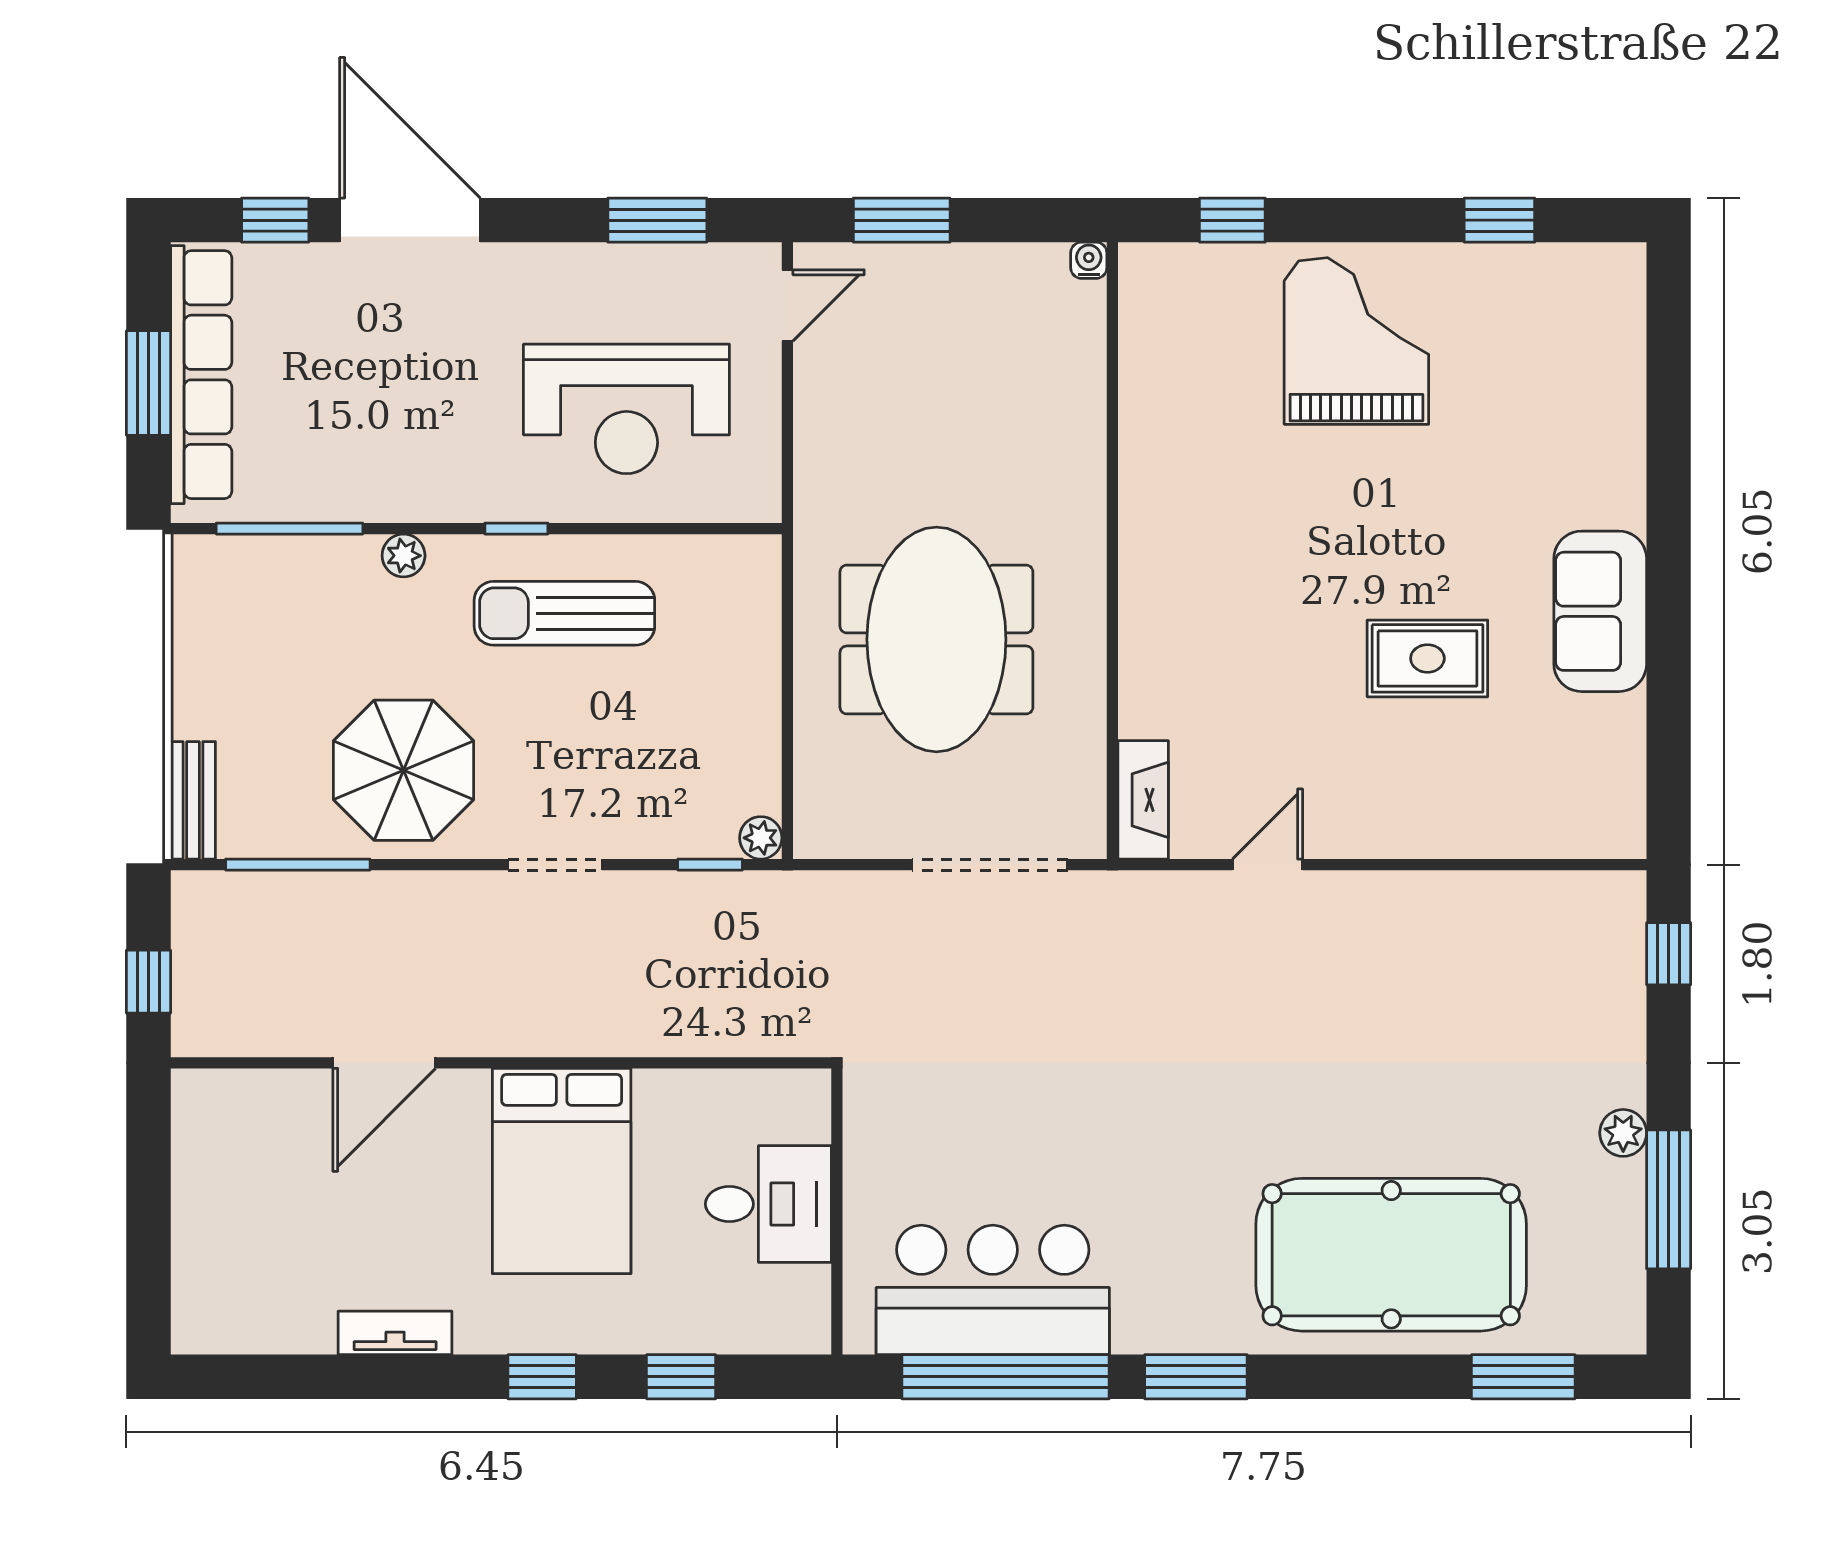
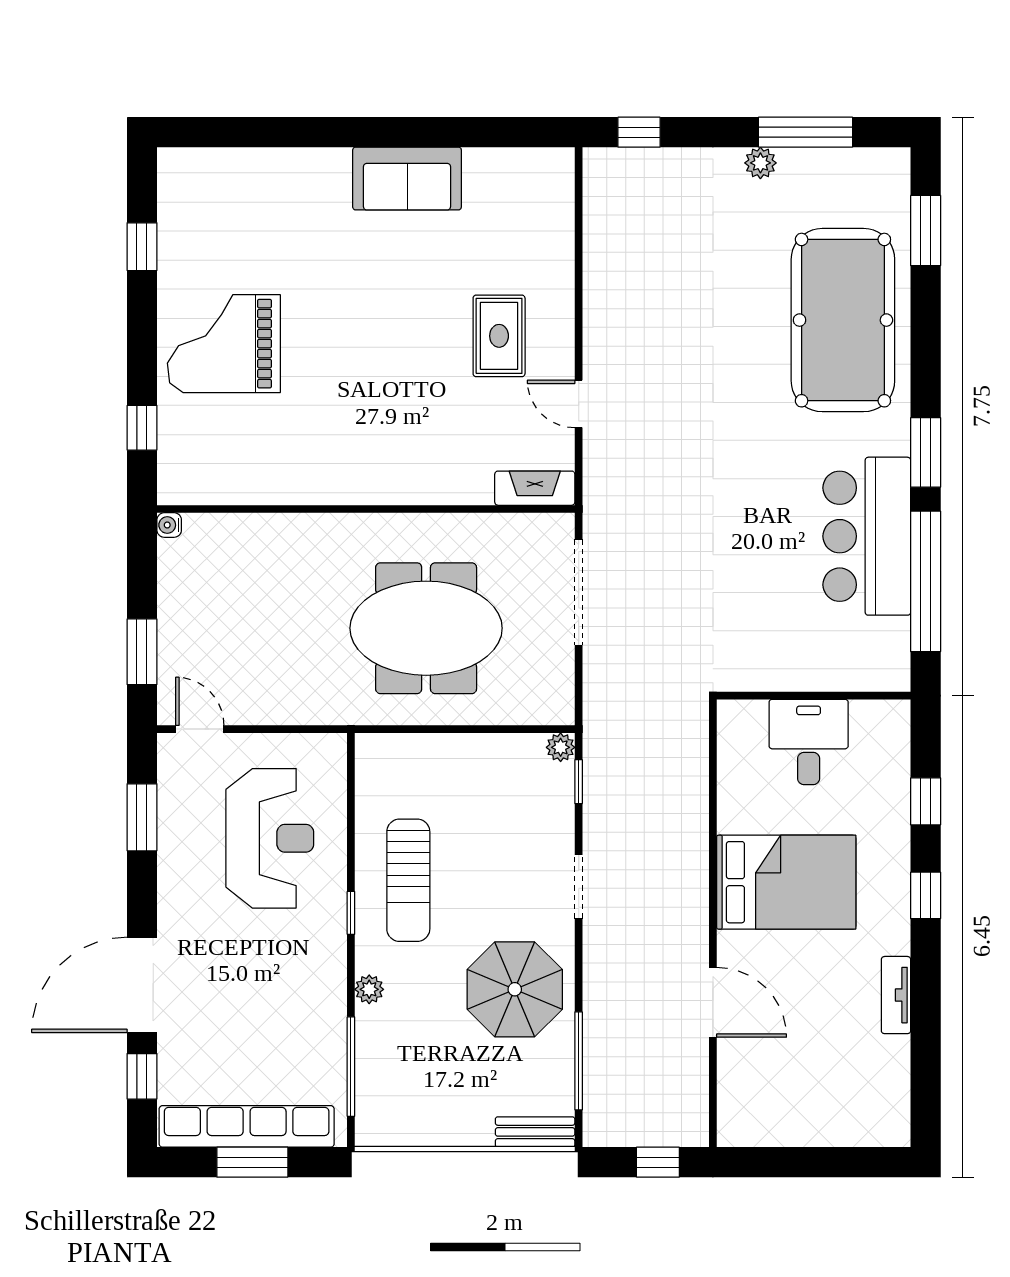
rug: (1427, 658) -> (499, 336), moved
bar counter: (993, 1290) -> (867, 536), moved

